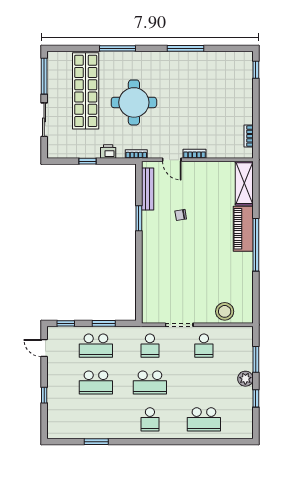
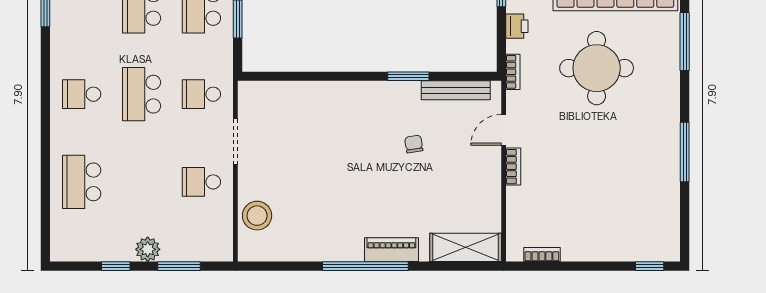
piano: (243, 229) -> (391, 250), width x0.73, depth x0.75

